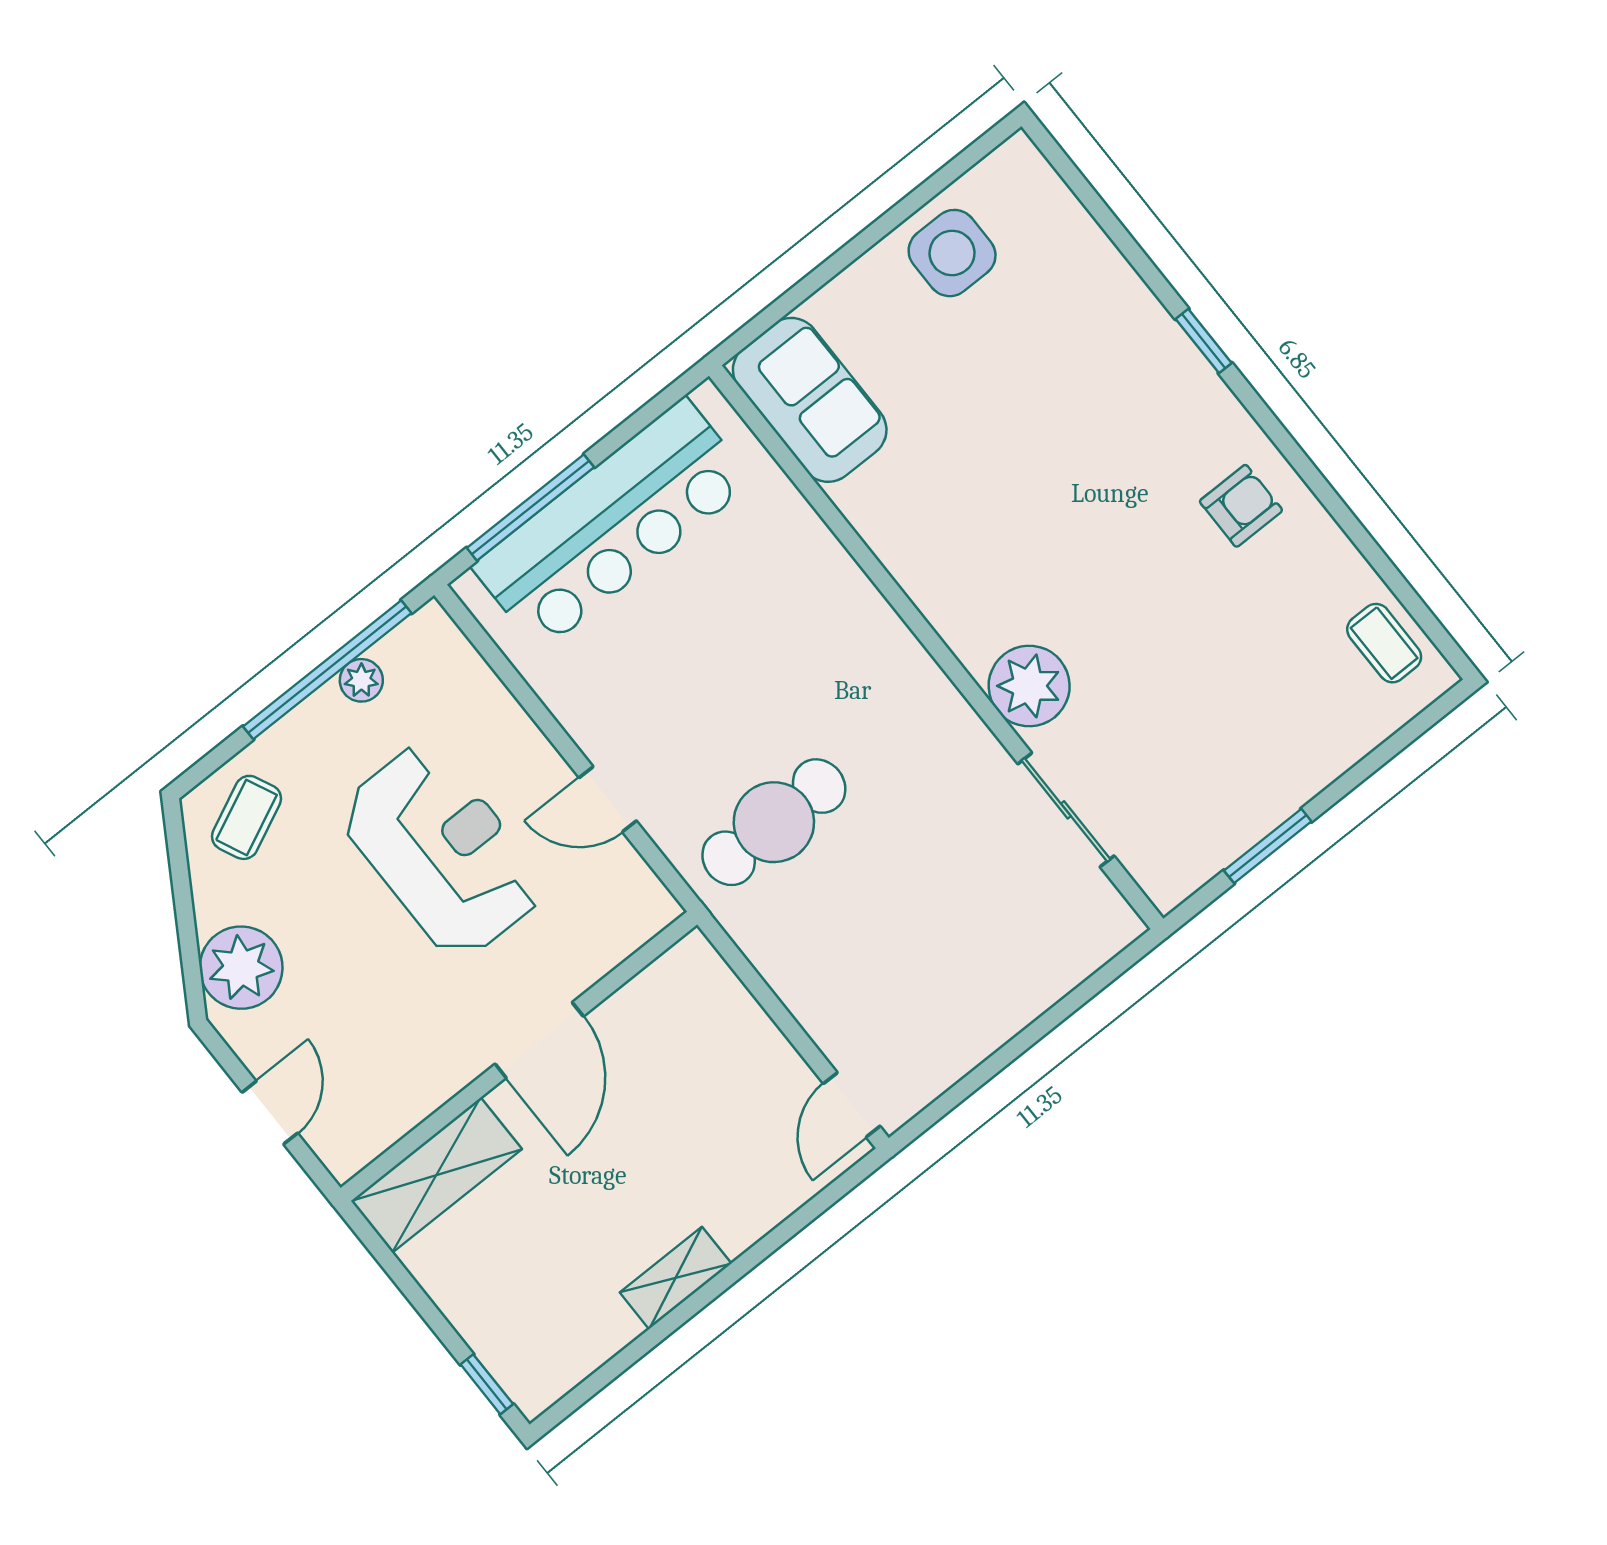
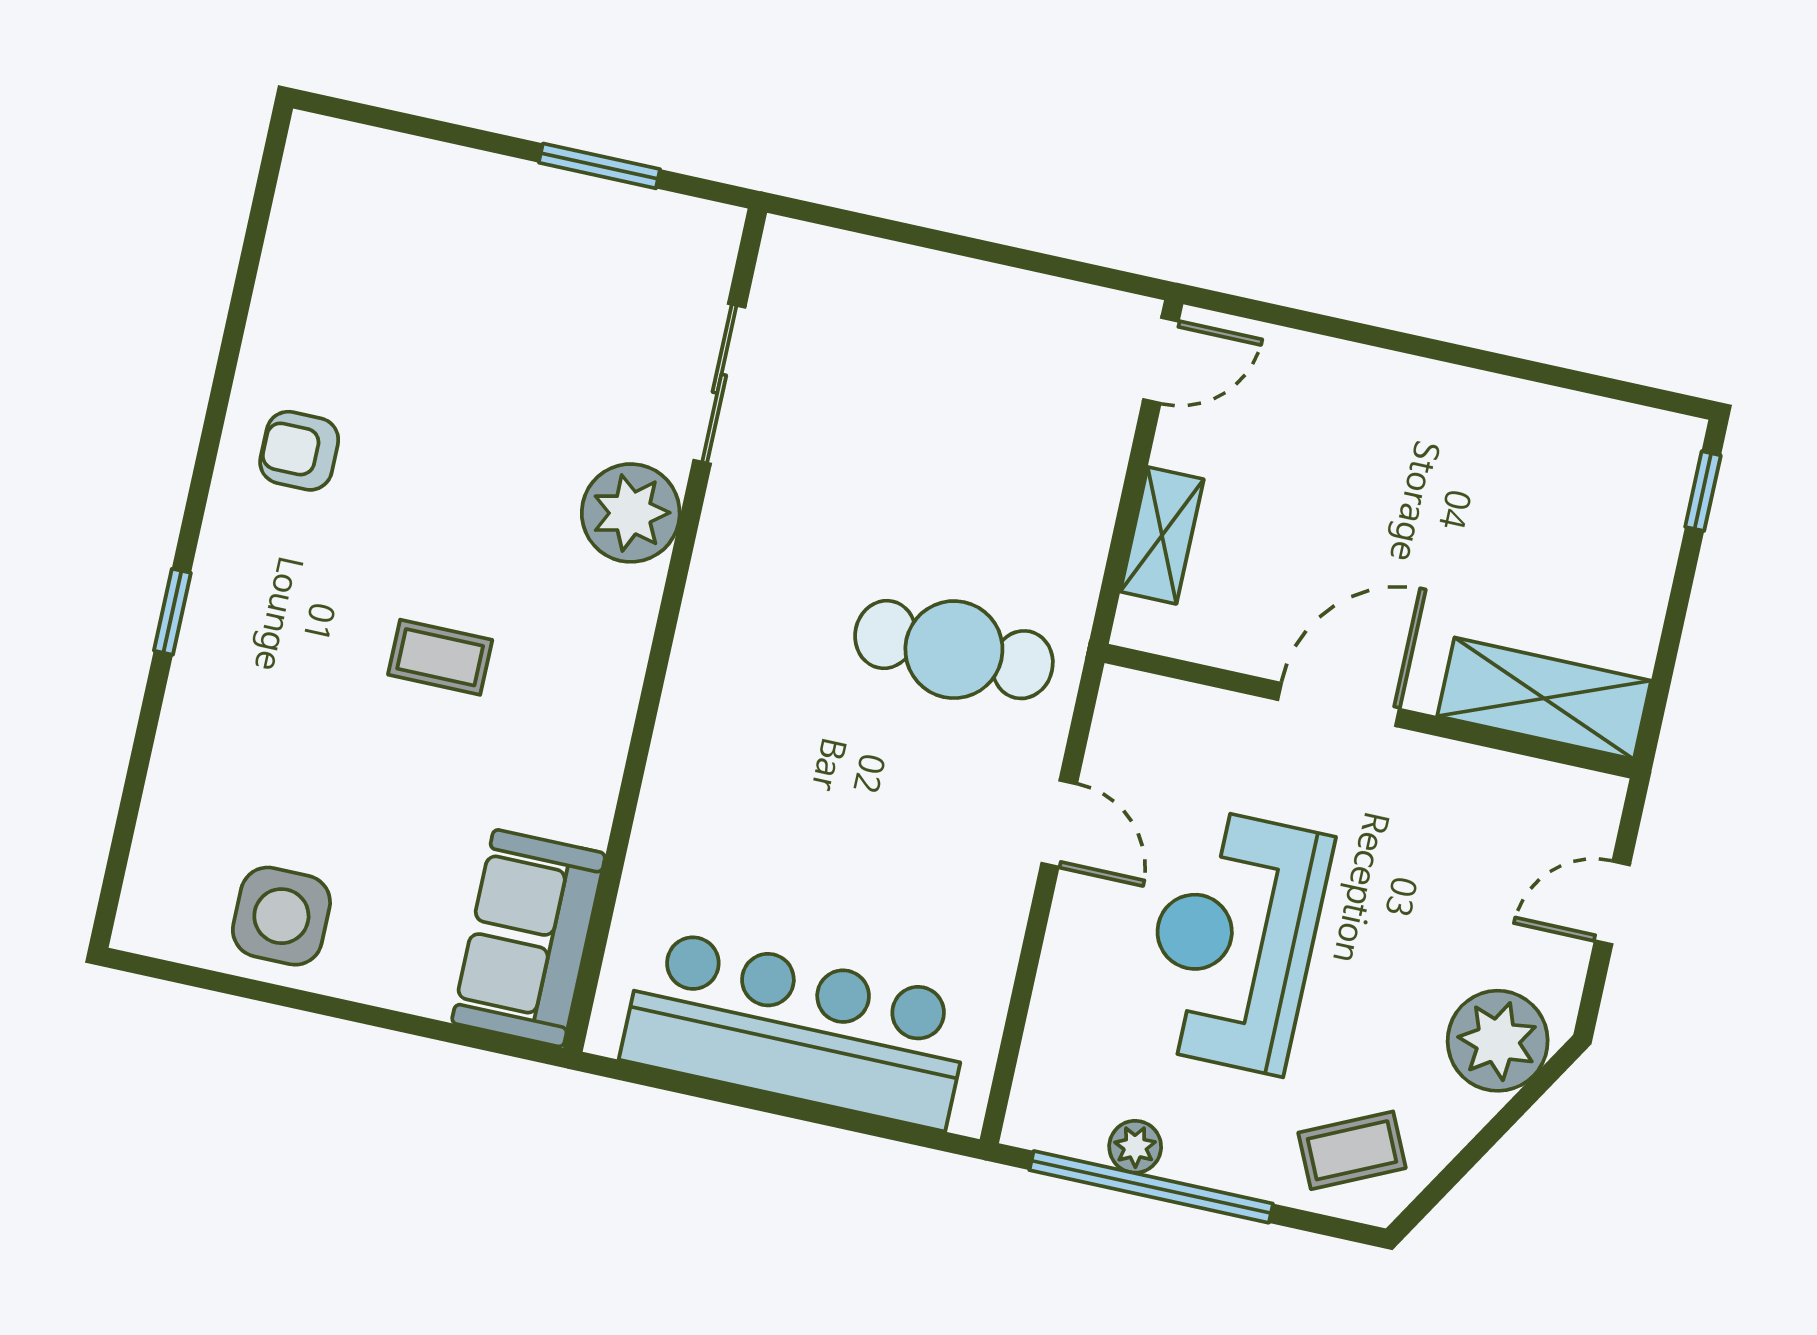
window: (530, 508) -> (843, 1119), removed
coffee table: (1384, 643) -> (440, 657), moved, turned 90
shelving: (676, 1278) -> (1162, 535), moved, turned 90

